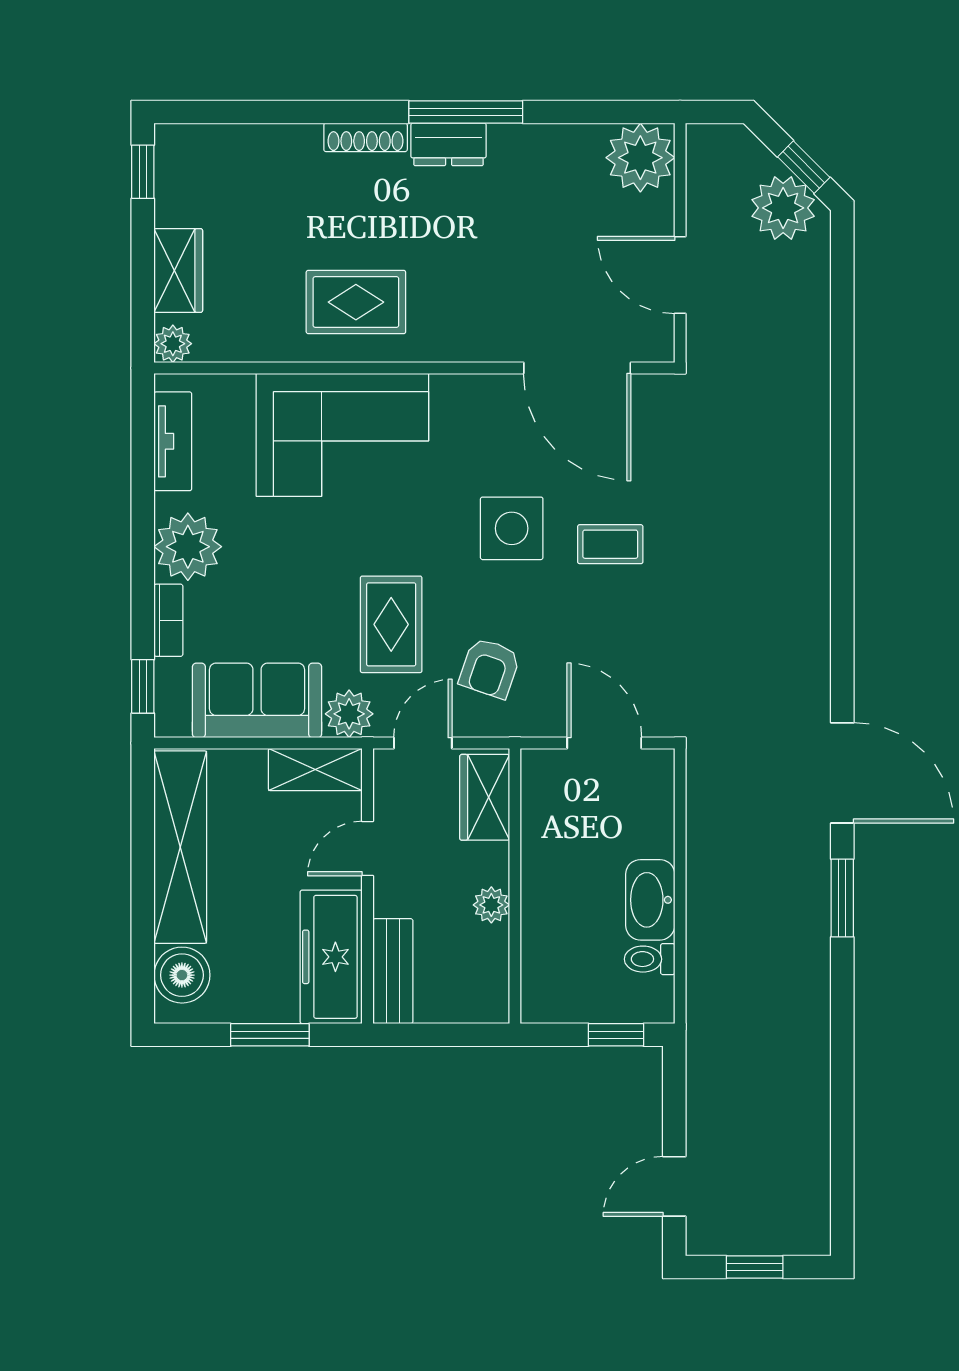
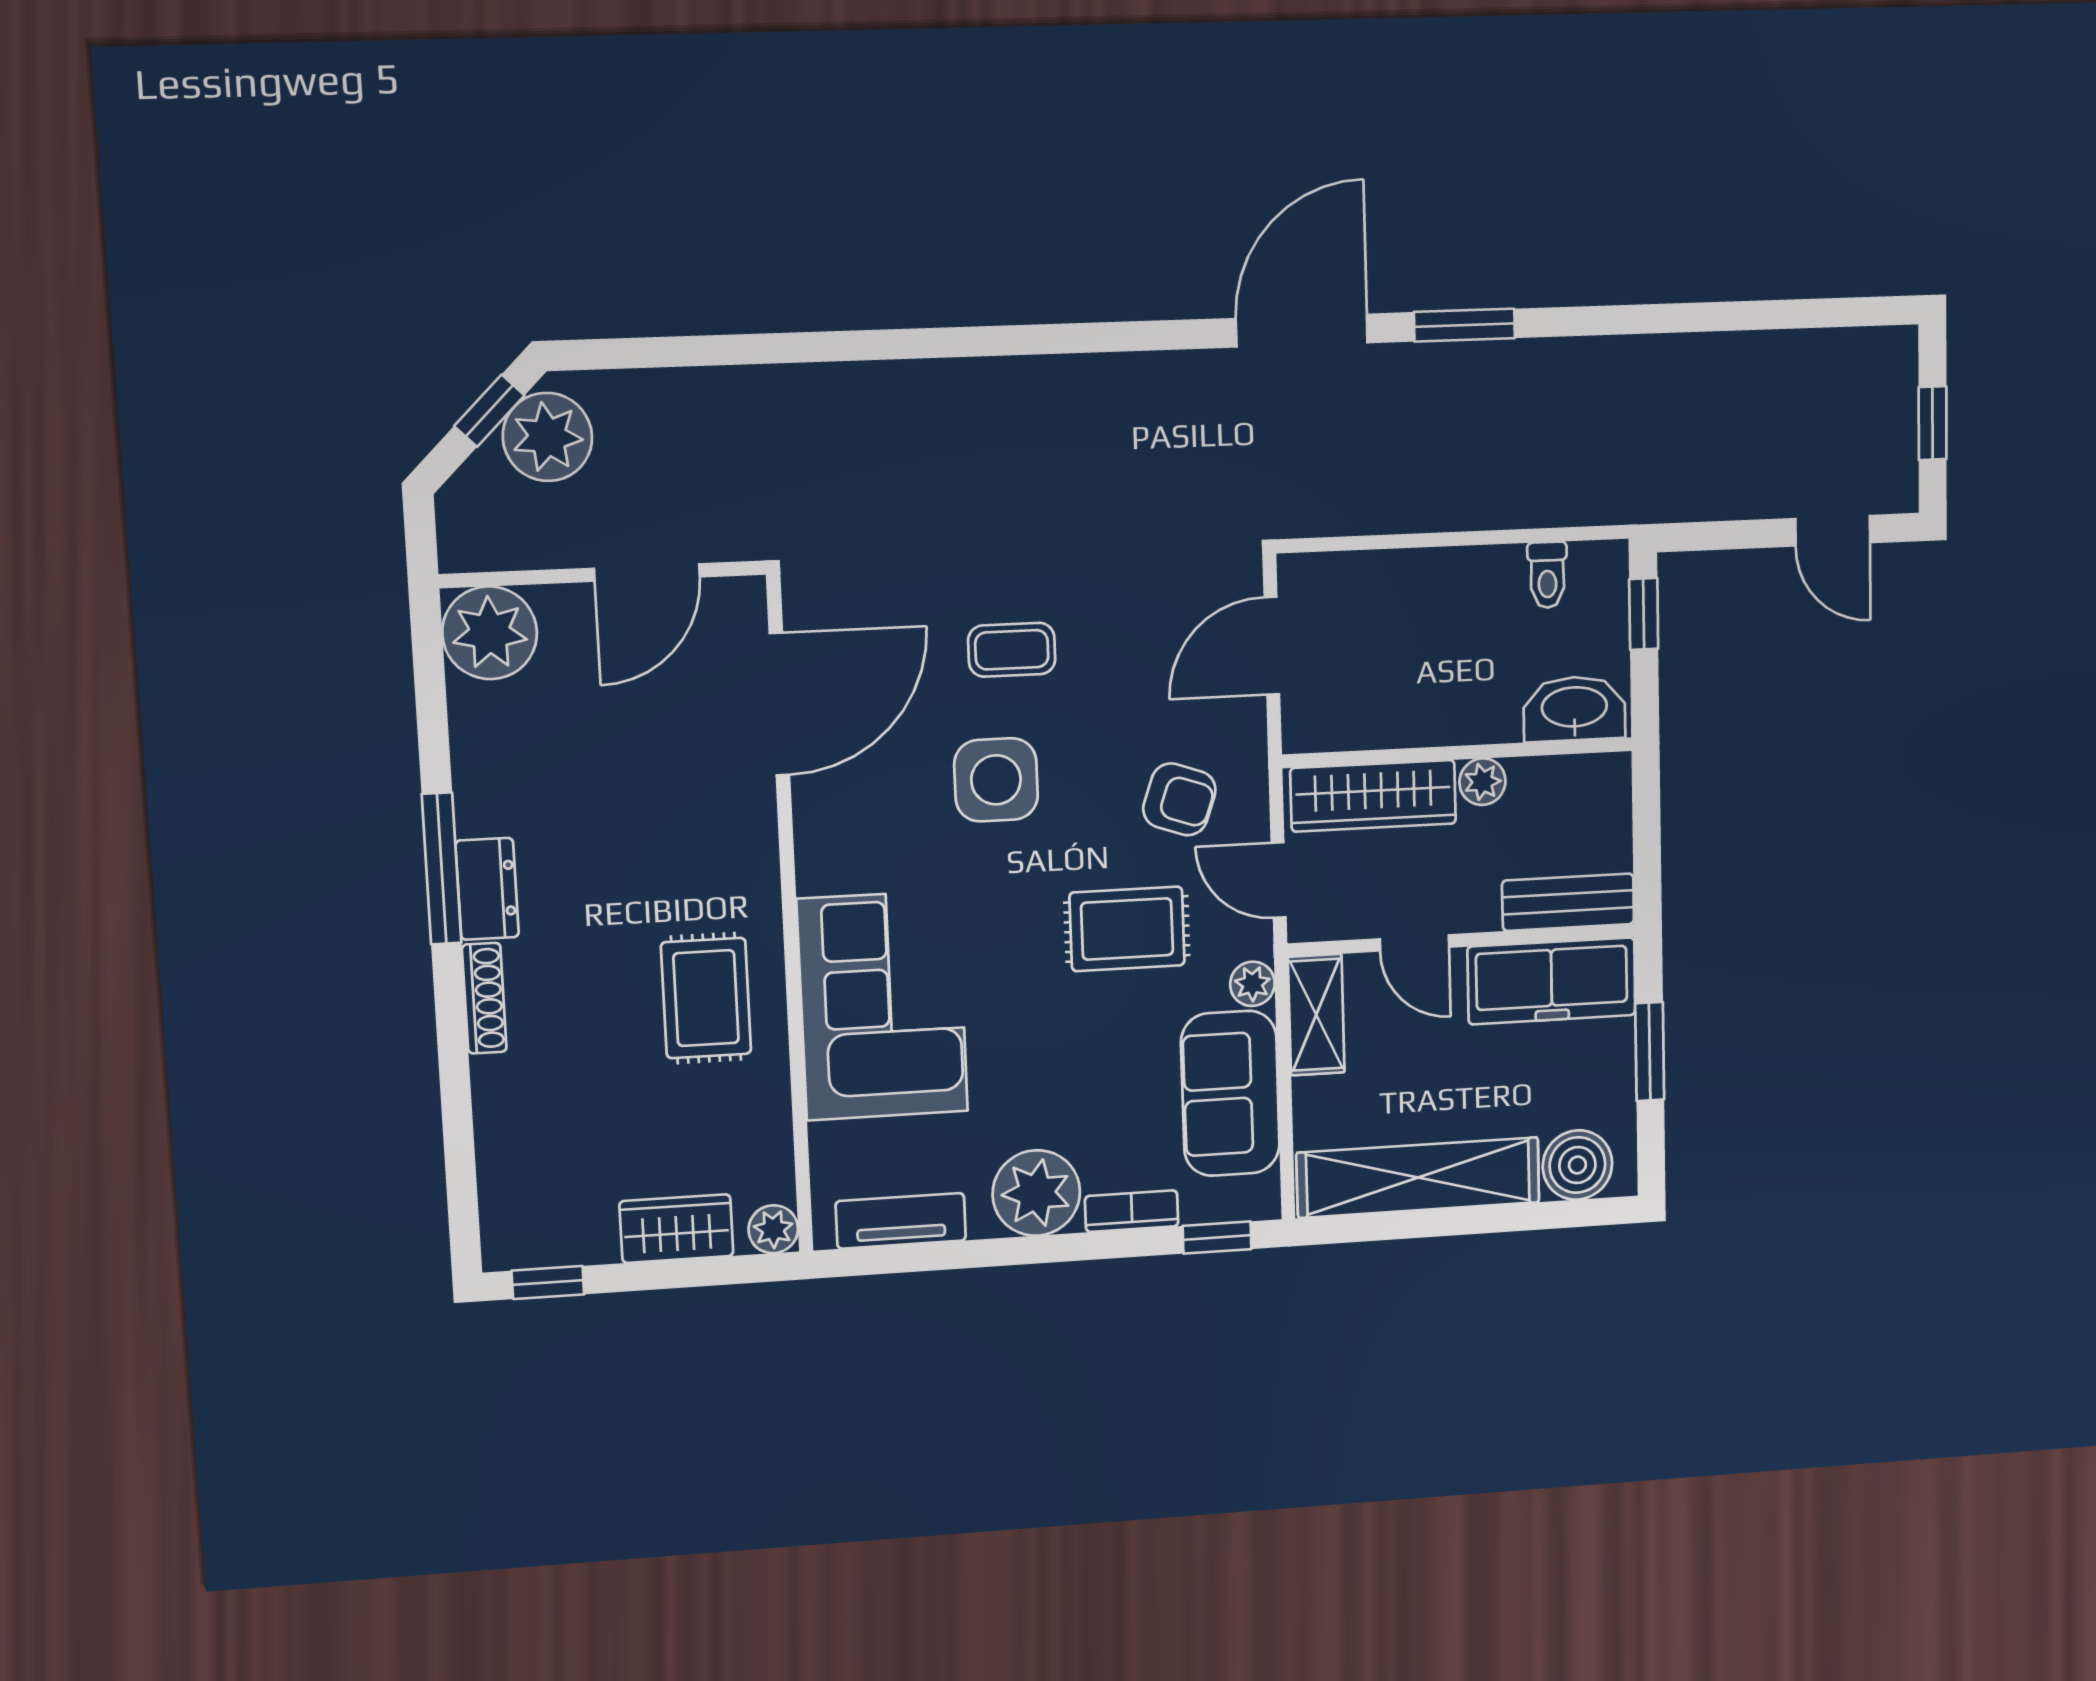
coffee table: (610, 544) -> (1012, 650), turned 90
plant: (349, 714) -> (1252, 984), width x0.73, depth x0.73
wardrobe: (485, 797) -> (1373, 796), width x1.50
washbasin: (650, 900) -> (1574, 709), moved, turned 180

